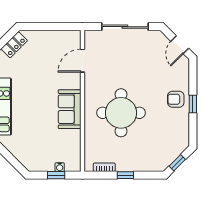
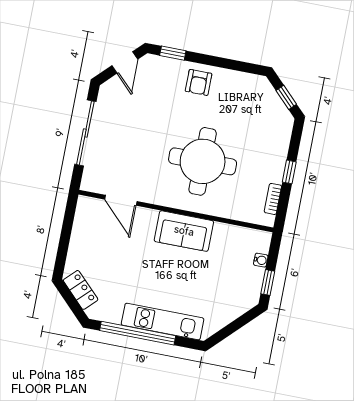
door: (180, 45) -> (125, 62), hinge flipped
window: (193, 104) -> (173, 53), moved
window: (56, 175) -> (268, 282), moved

